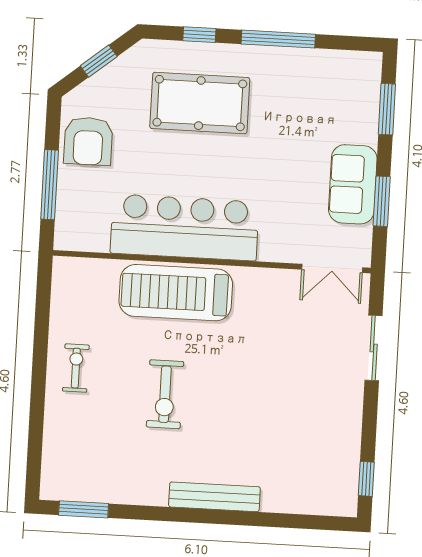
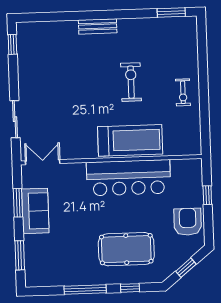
window: (50, 185) -> (207, 195), width x0.46
bench: (214, 497) -> (98, 26), width x0.73

